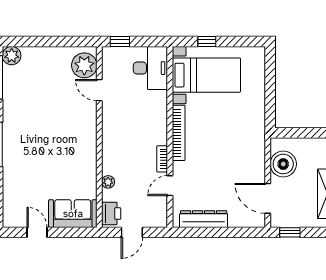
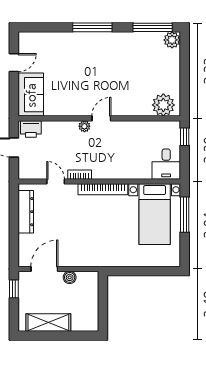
window: (207, 42) -> (185, 215), width x2.17
desk: (150, 68) -> (166, 164), width x0.73
door: (99, 90) -> (101, 118), moved
boiler: (283, 164) -> (70, 277), width x0.54, depth x0.54
plant: (108, 182) -> (84, 126), moved

